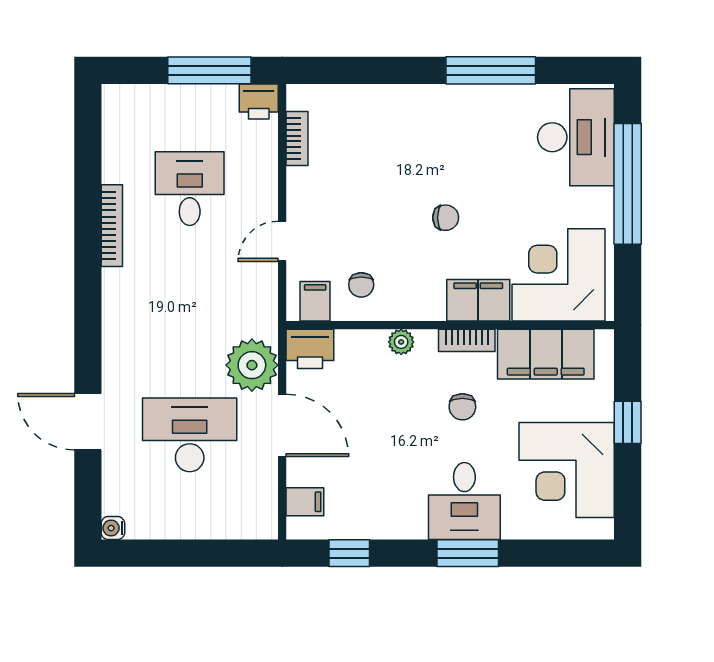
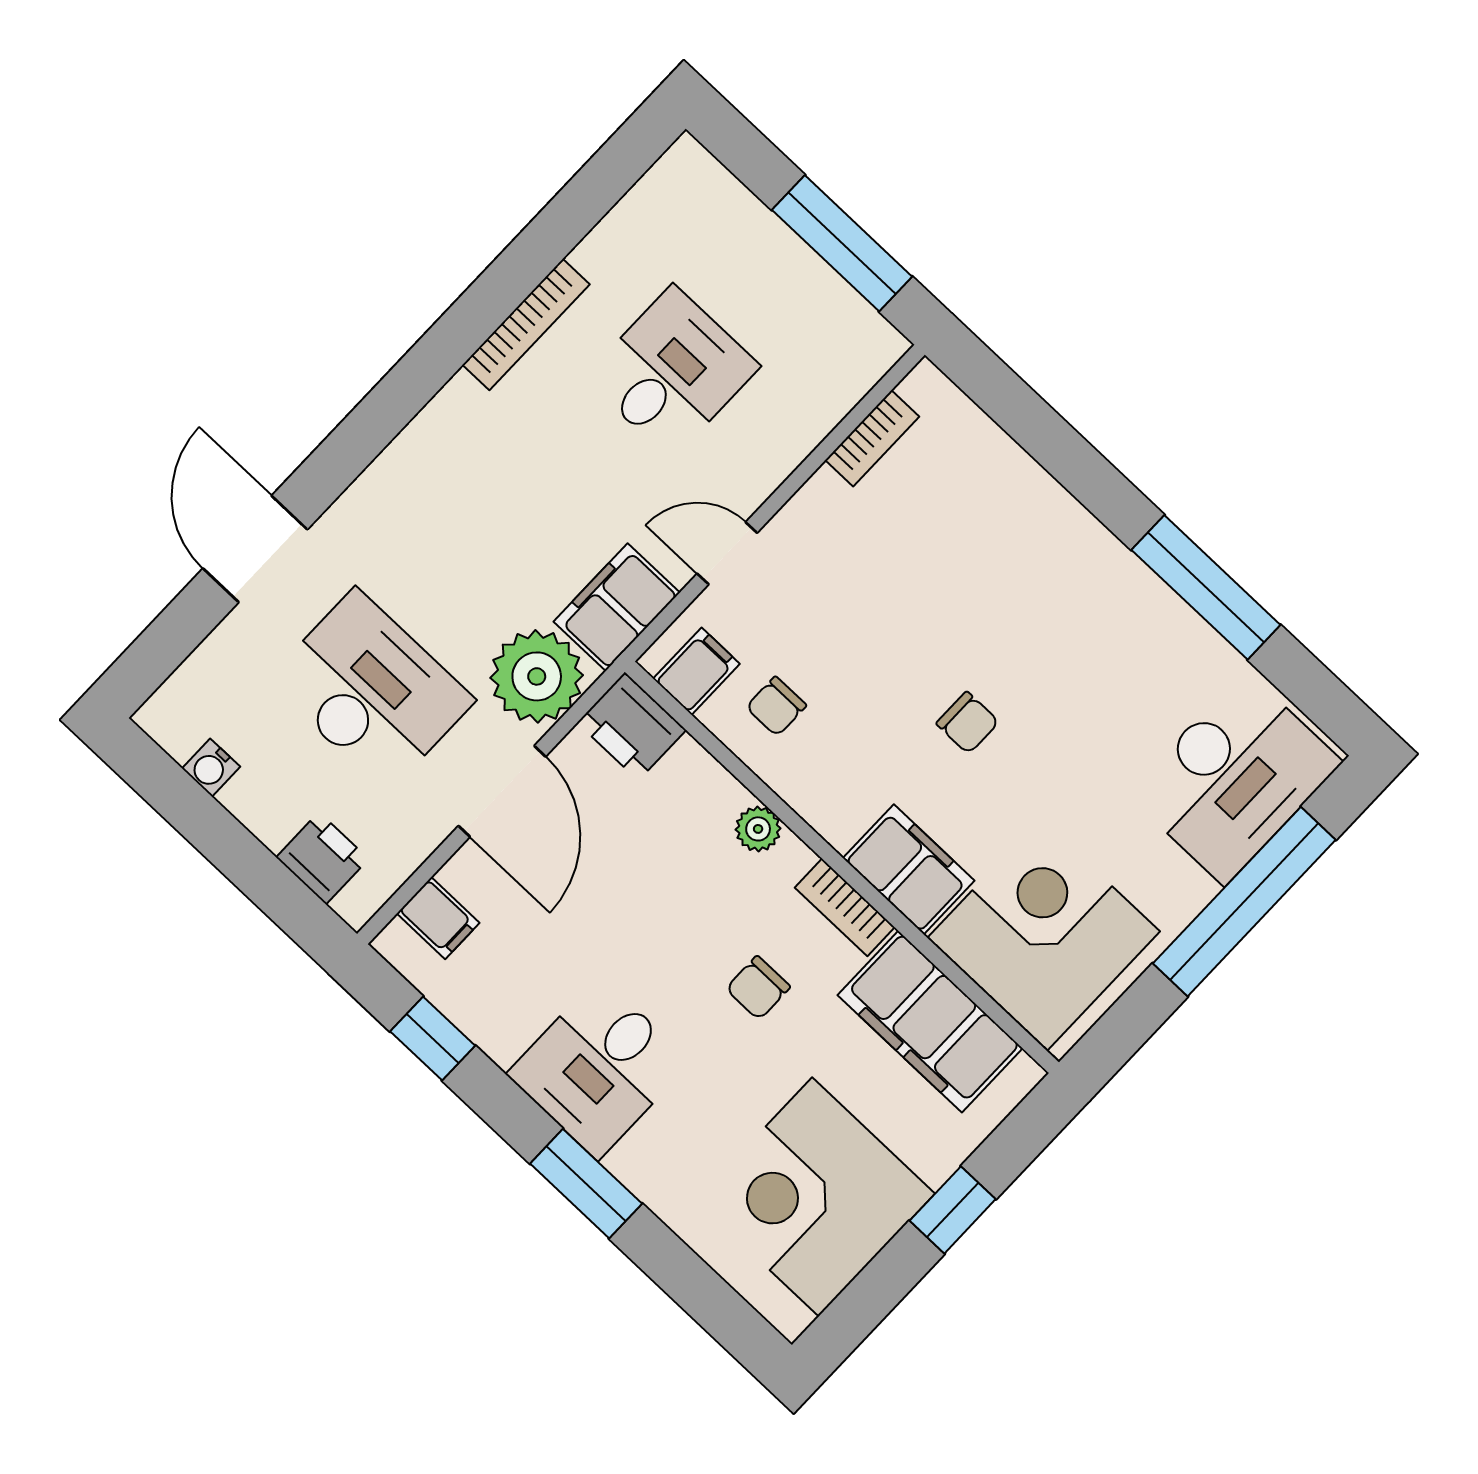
printer: (259, 101) -> (322, 858), moved, turned 180
filing cabinet: (258, 306) -> (617, 607), added
desk: (464, 501) -> (599, 1068), moved
water cooler: (113, 528) -> (211, 768), moved, turned -90

